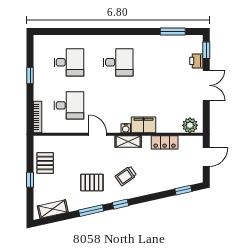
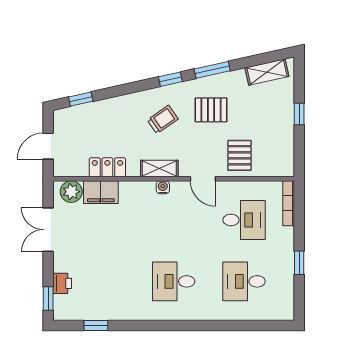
window: (173, 31) -> (96, 325), width x0.67
double door: (206, 85) -> (48, 230), moved
desk: (69, 105) -> (244, 220), turned 180
filing cabinet: (143, 125) -> (101, 192), moved
pallet: (45, 163) -> (240, 155), moved

